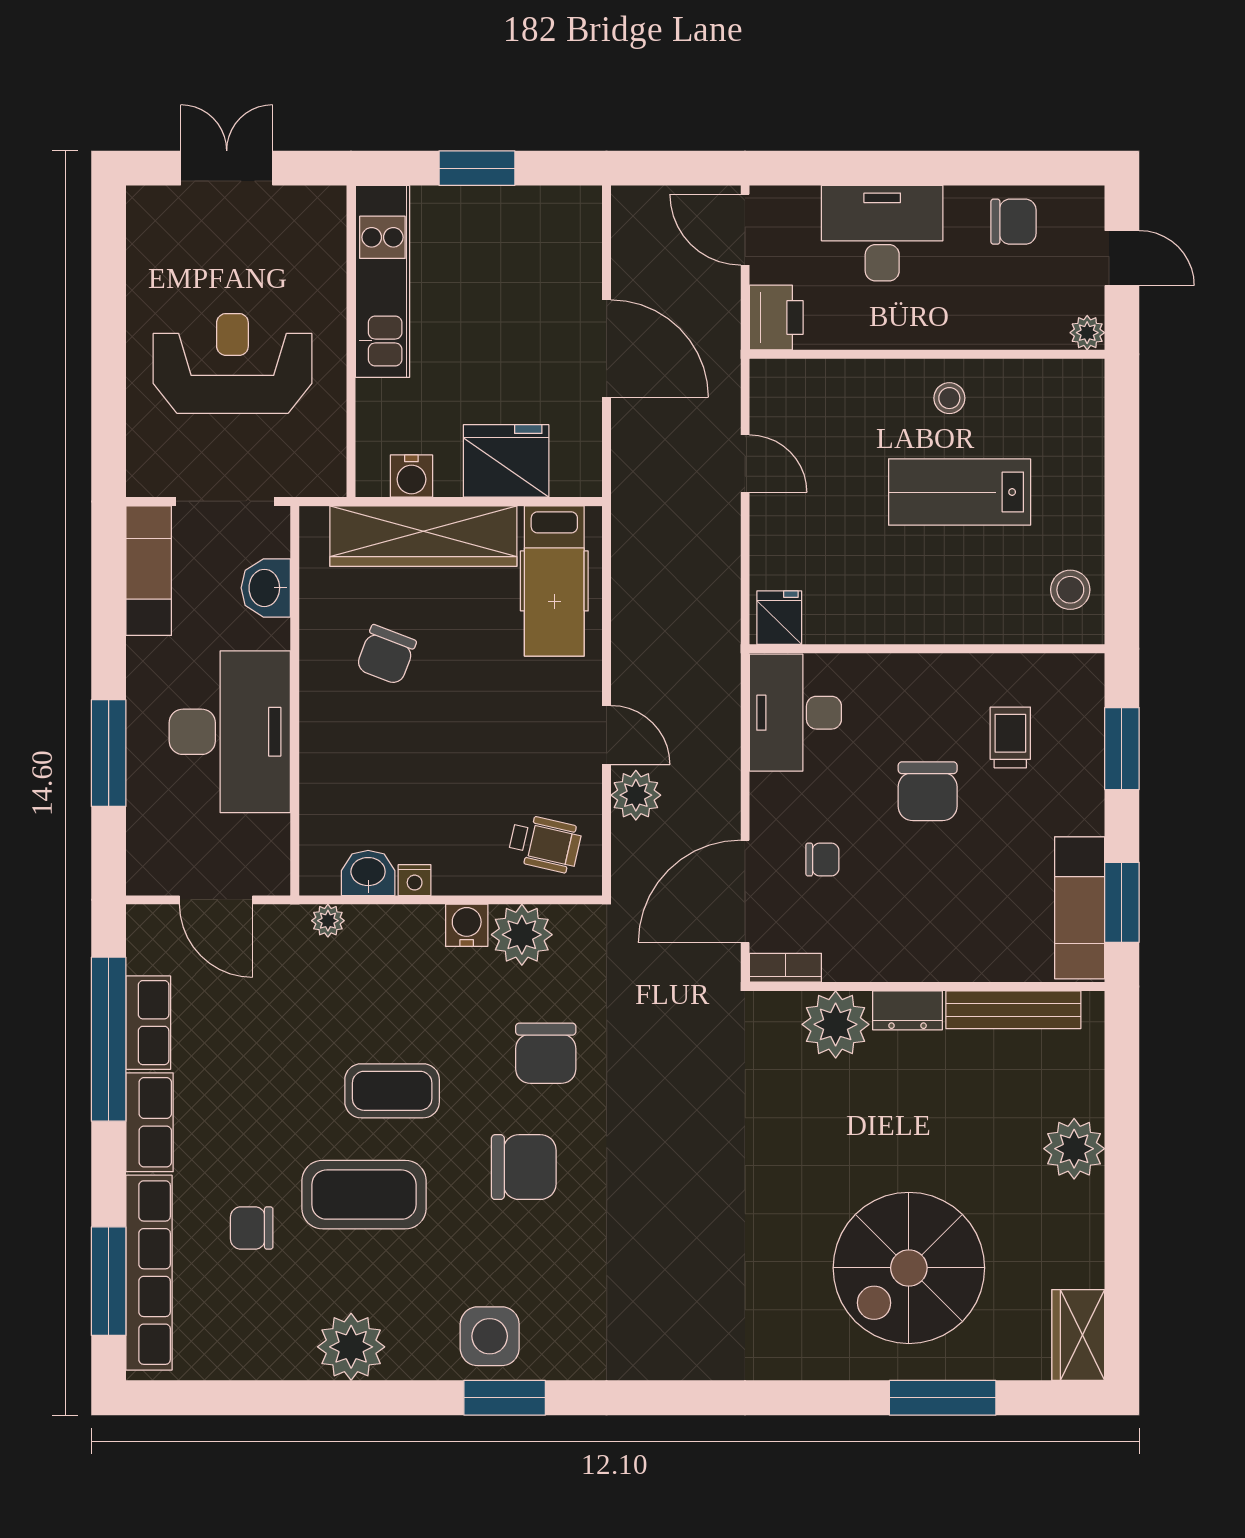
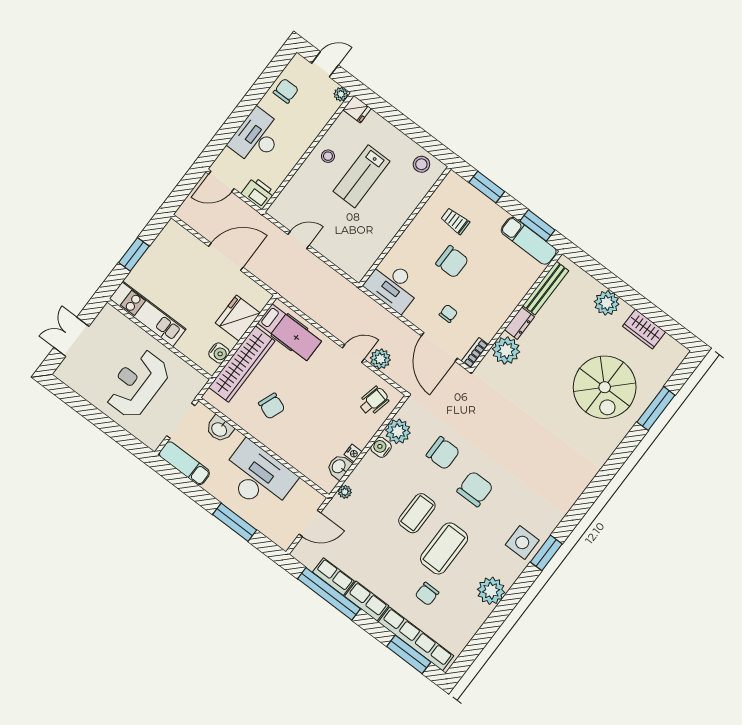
fridge: (779, 618) -> (357, 109), moved, turned 180
wardrobe: (1078, 1335) -> (644, 329), moved

